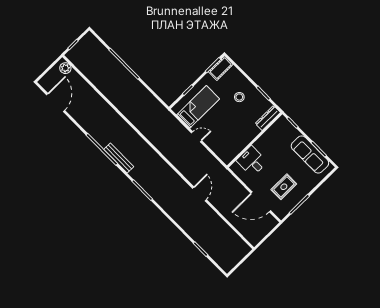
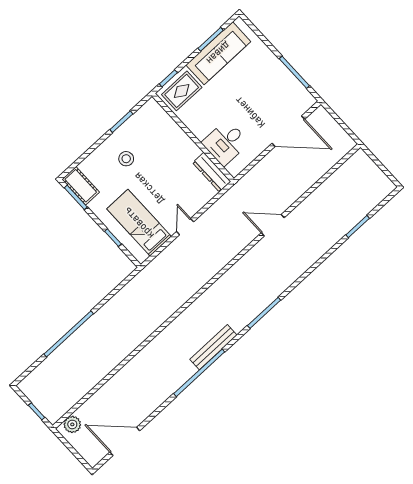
dresser: (268, 118) -> (212, 172), moved
rug: (284, 187) -> (182, 91), moved, turned 90
door: (261, 202) -> (288, 131), hinge flipped

